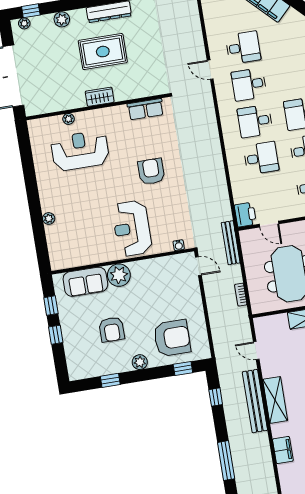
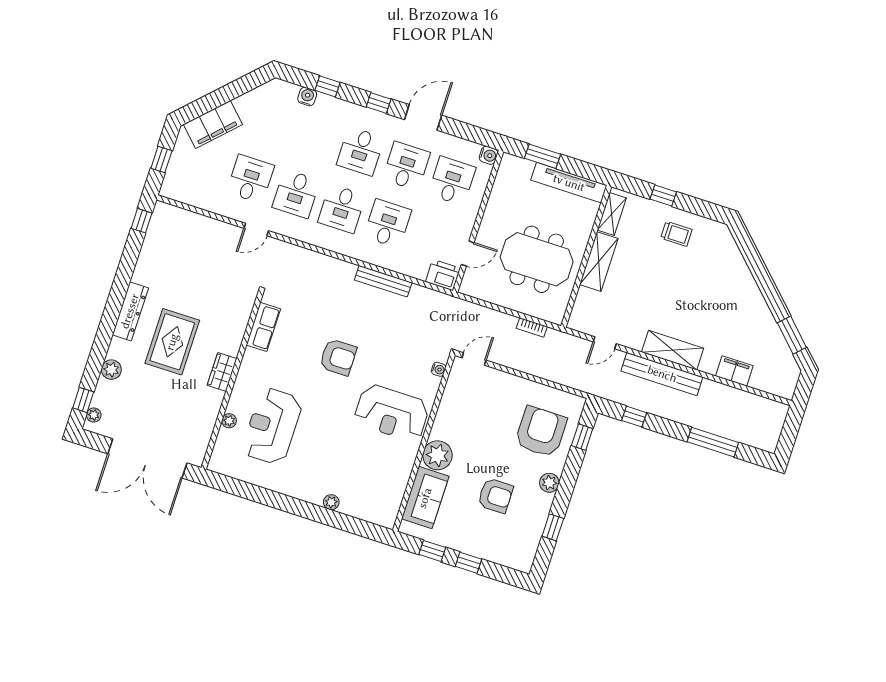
armchair: (151, 171) -> (338, 357), turned 180
bench: (231, 243) -> (383, 281), moved

